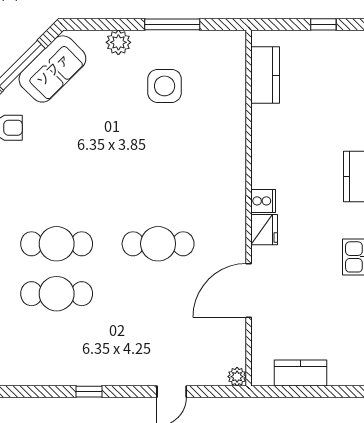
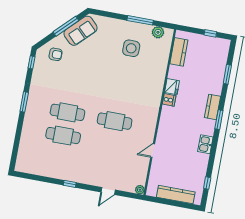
plant: (118, 42) -> (158, 32), moved
cooker: (263, 201) -> (169, 100), moved
fridge: (264, 230) -> (172, 87), moved
door: (249, 290) -> (153, 151), width x0.53
kitchen counter: (301, 373) -> (176, 195), width x1.50

